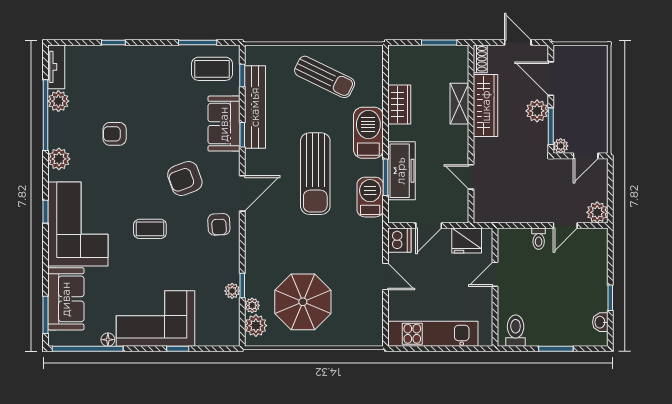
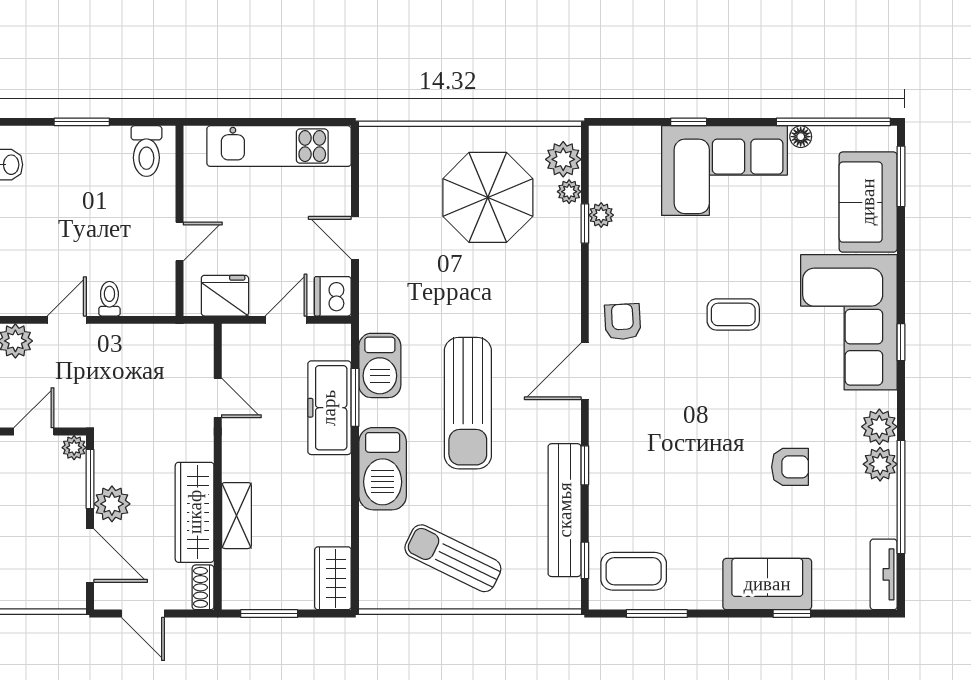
plant: (58, 101) -> (880, 464), moved
wardrobe: (399, 105) -> (333, 578), moved
sofa: (224, 124) -> (767, 584), moved, turned -90
sun lounger: (315, 174) -> (468, 403), turned 180
armchair: (185, 179) -> (677, 395), removed

